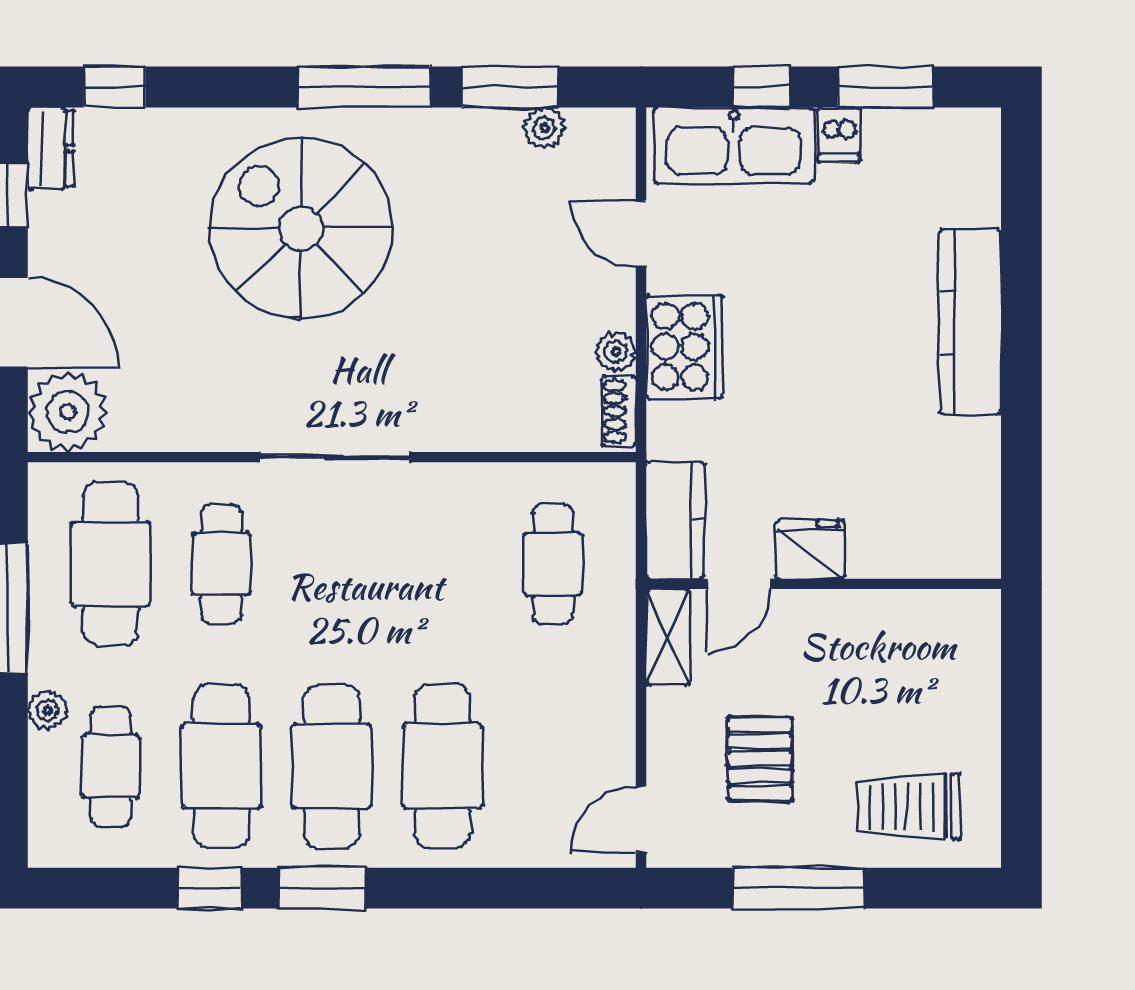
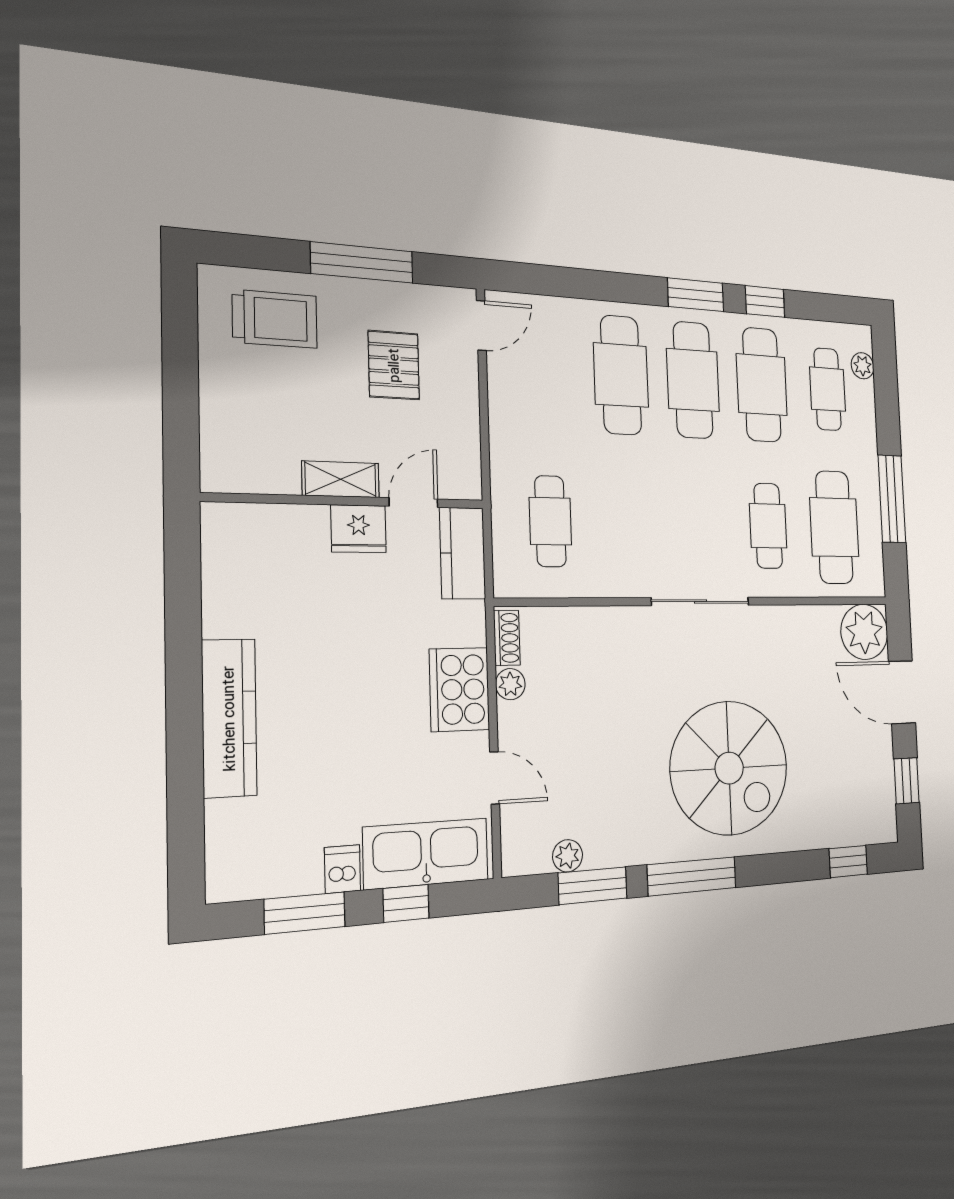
dresser: (51, 148) -> (883, 815), removed
shelving: (668, 637) -> (341, 479), moved, turned 90
plant: (47, 710) -> (863, 366), moved

